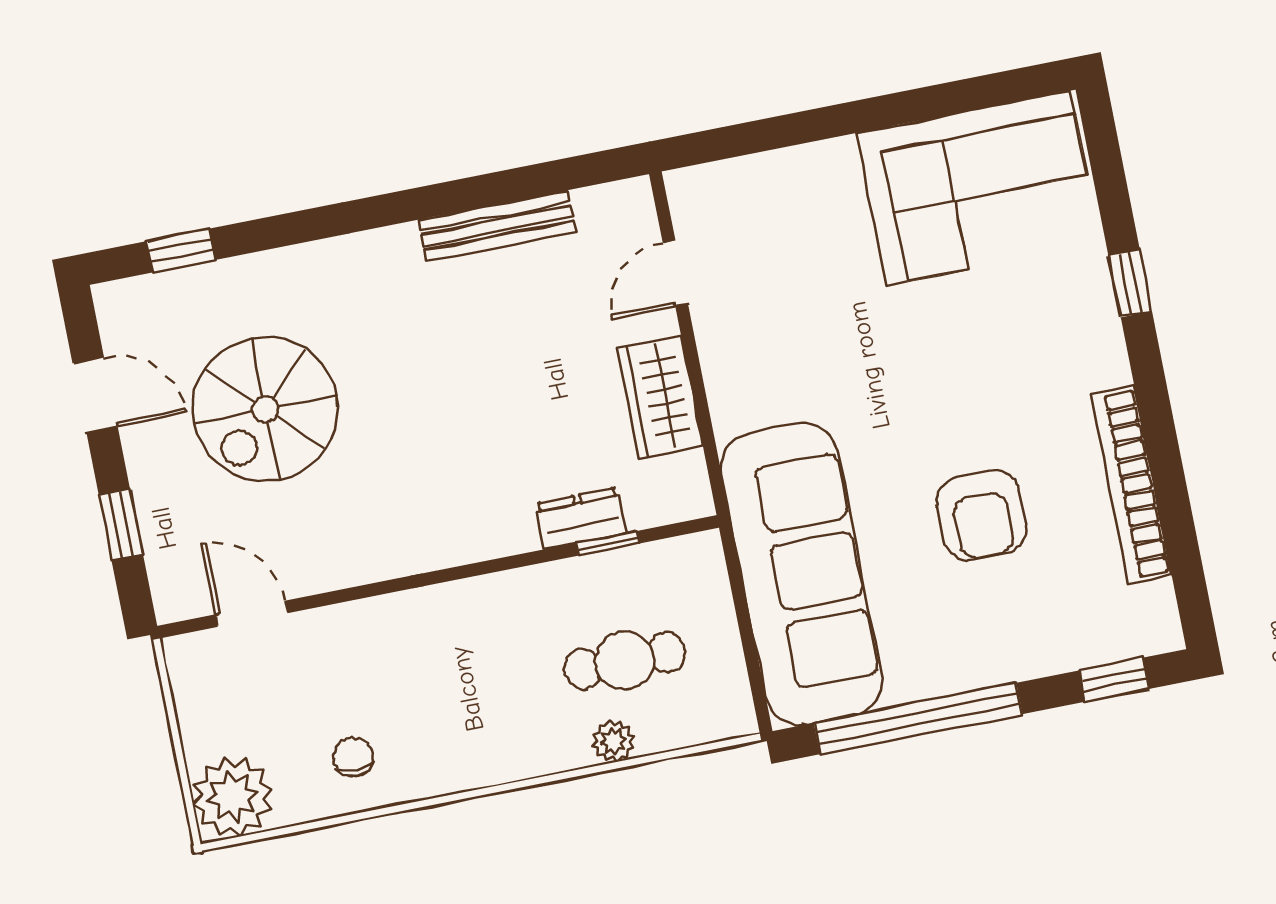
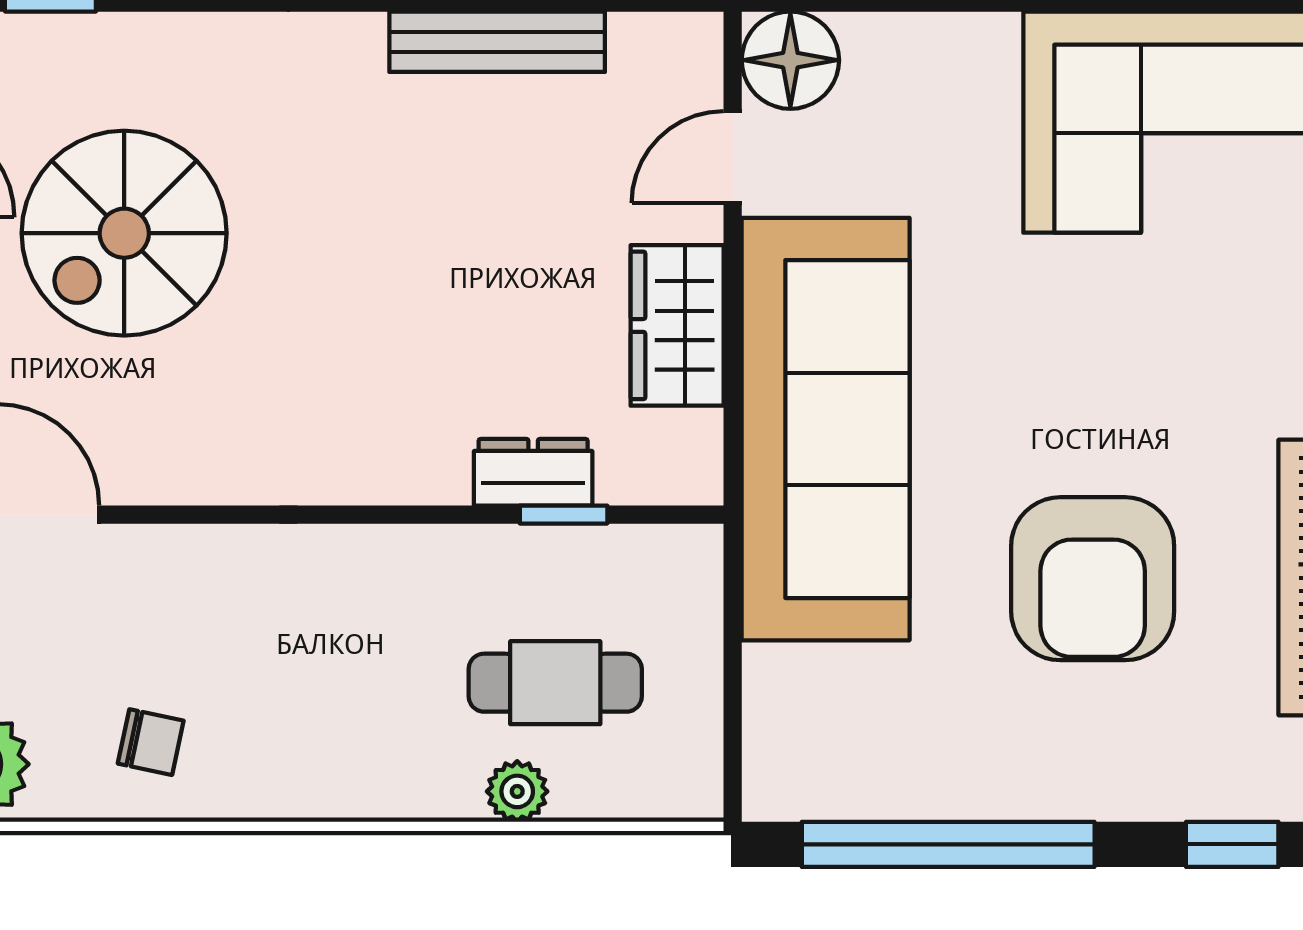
floor lamp: (702, 198) -> (790, 60), added
armchair: (982, 515) -> (1093, 579), width x1.36, depth x1.36
sofa: (802, 574) -> (826, 429), moved
chair: (353, 757) -> (151, 742), turned 102

